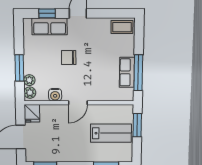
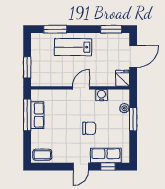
plant: (30, 93) -> (124, 97), removed
lab bench: (111, 133) -> (73, 47), moved

